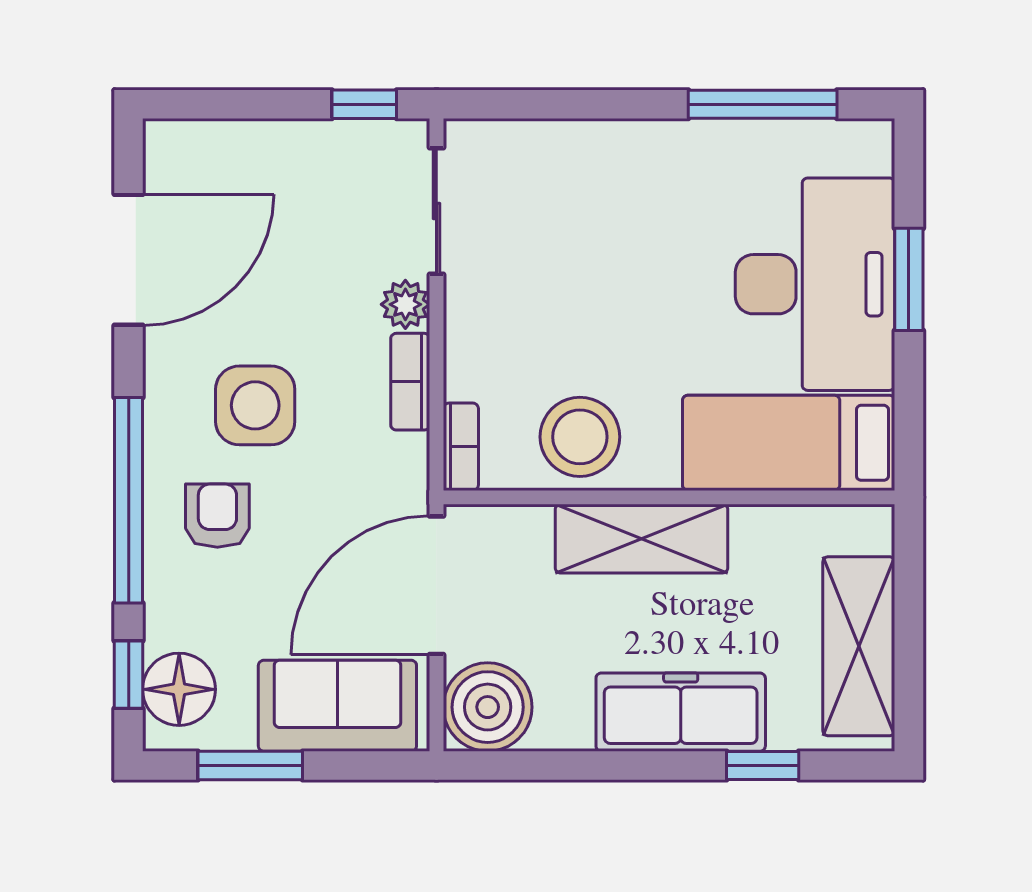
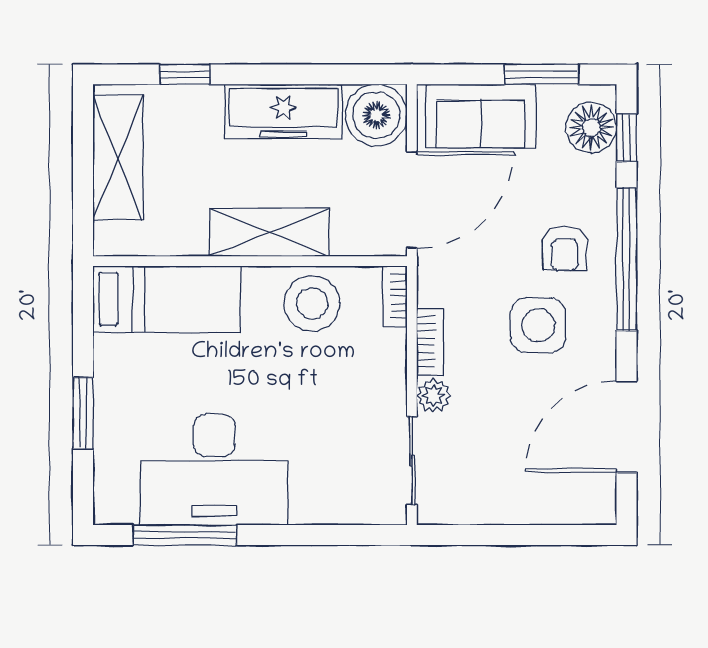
window: (364, 104) -> (462, 535), removed
desk: (815, 284) -> (214, 470), moved, turned -90
freezer: (681, 712) -> (283, 112), moved

